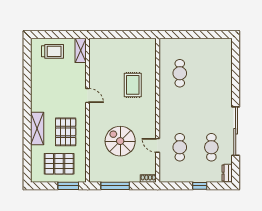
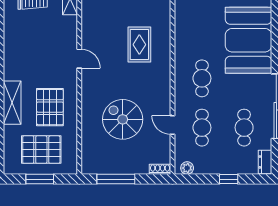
cafe table: (180, 73) -> (202, 78), moved
booth: (215, 82) -> (248, 40), added
plant: (169, 178) -> (187, 168), added
window: (68, 186) -> (40, 179), moved

